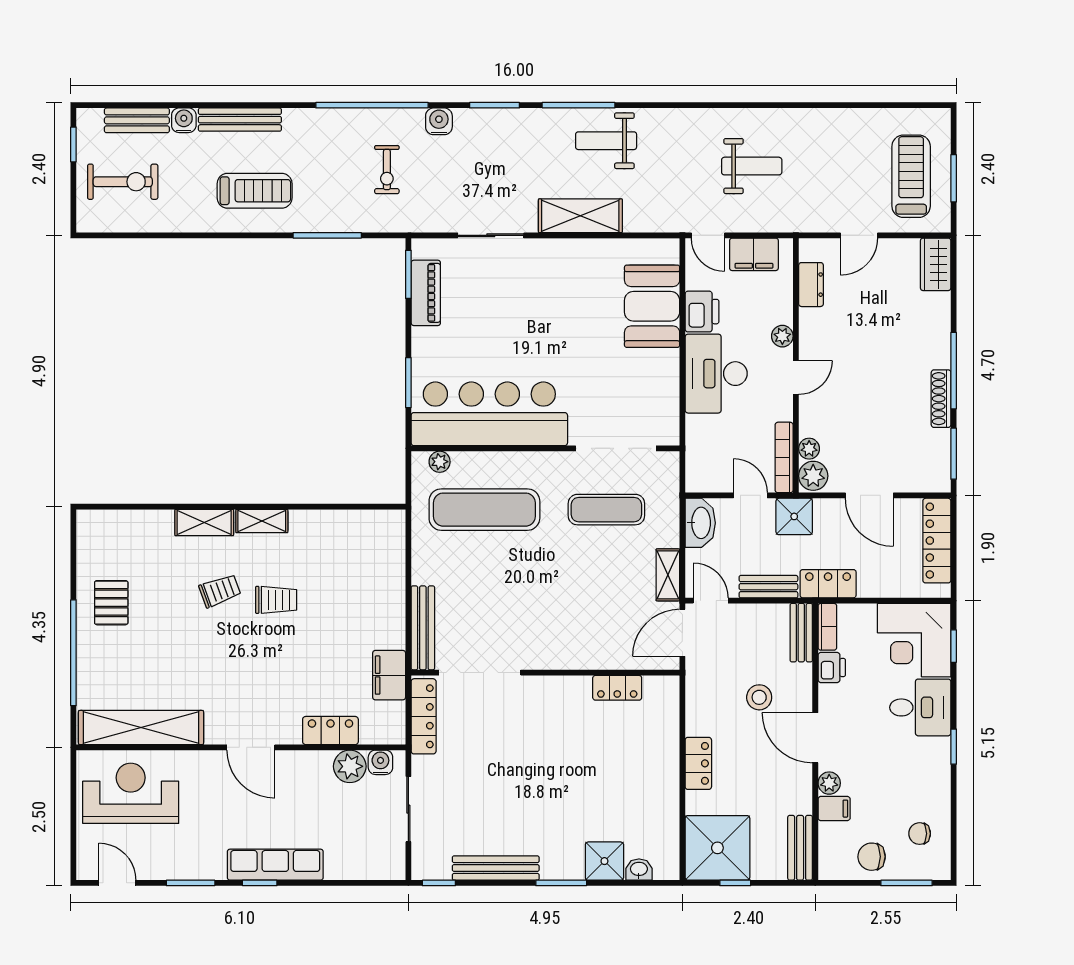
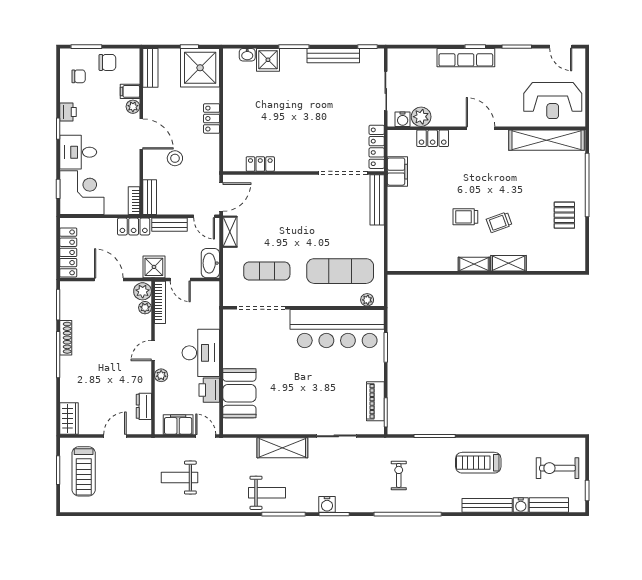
water cooler: (439, 121) -> (327, 504), moved
printer: (832, 668) -> (68, 112), moved, turned 180

